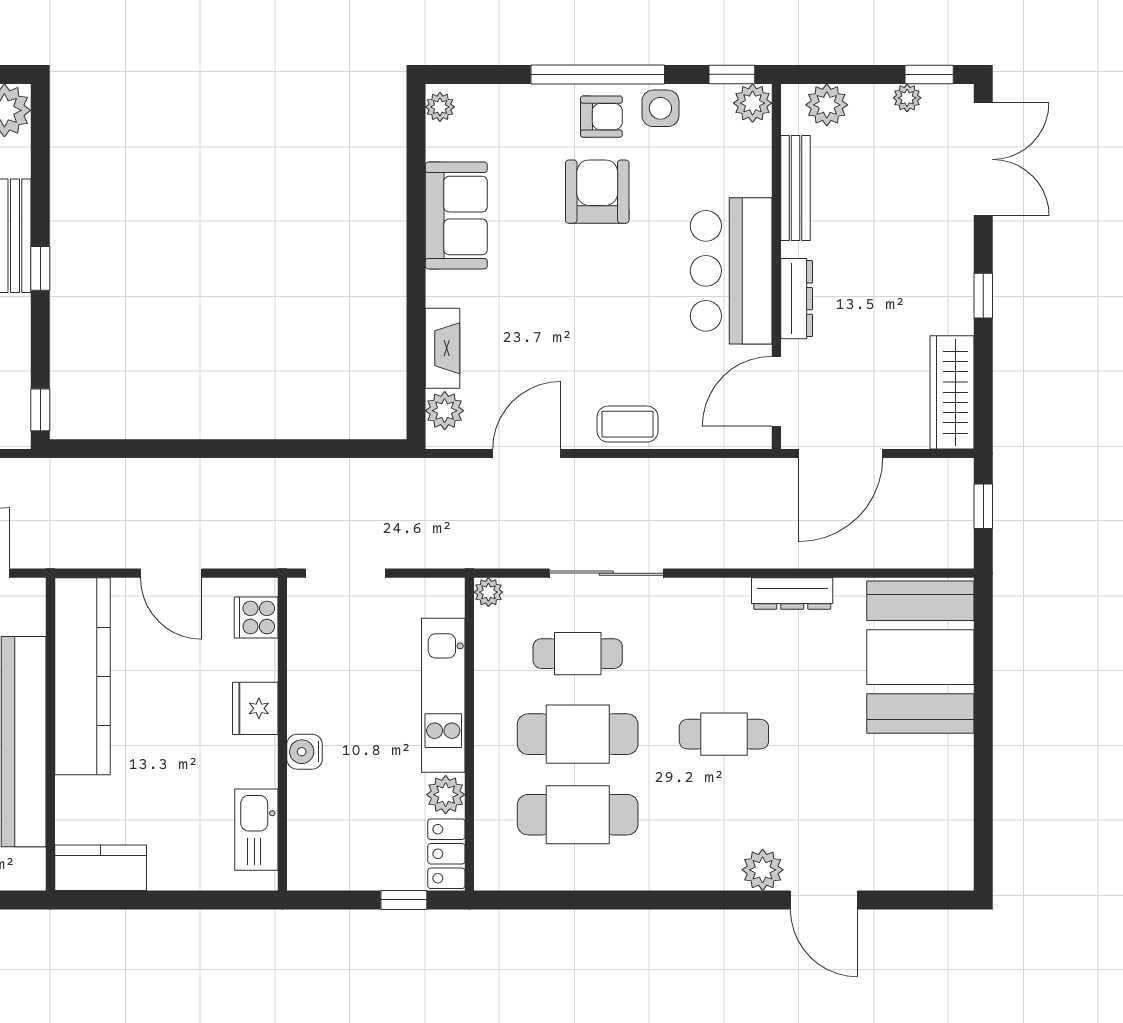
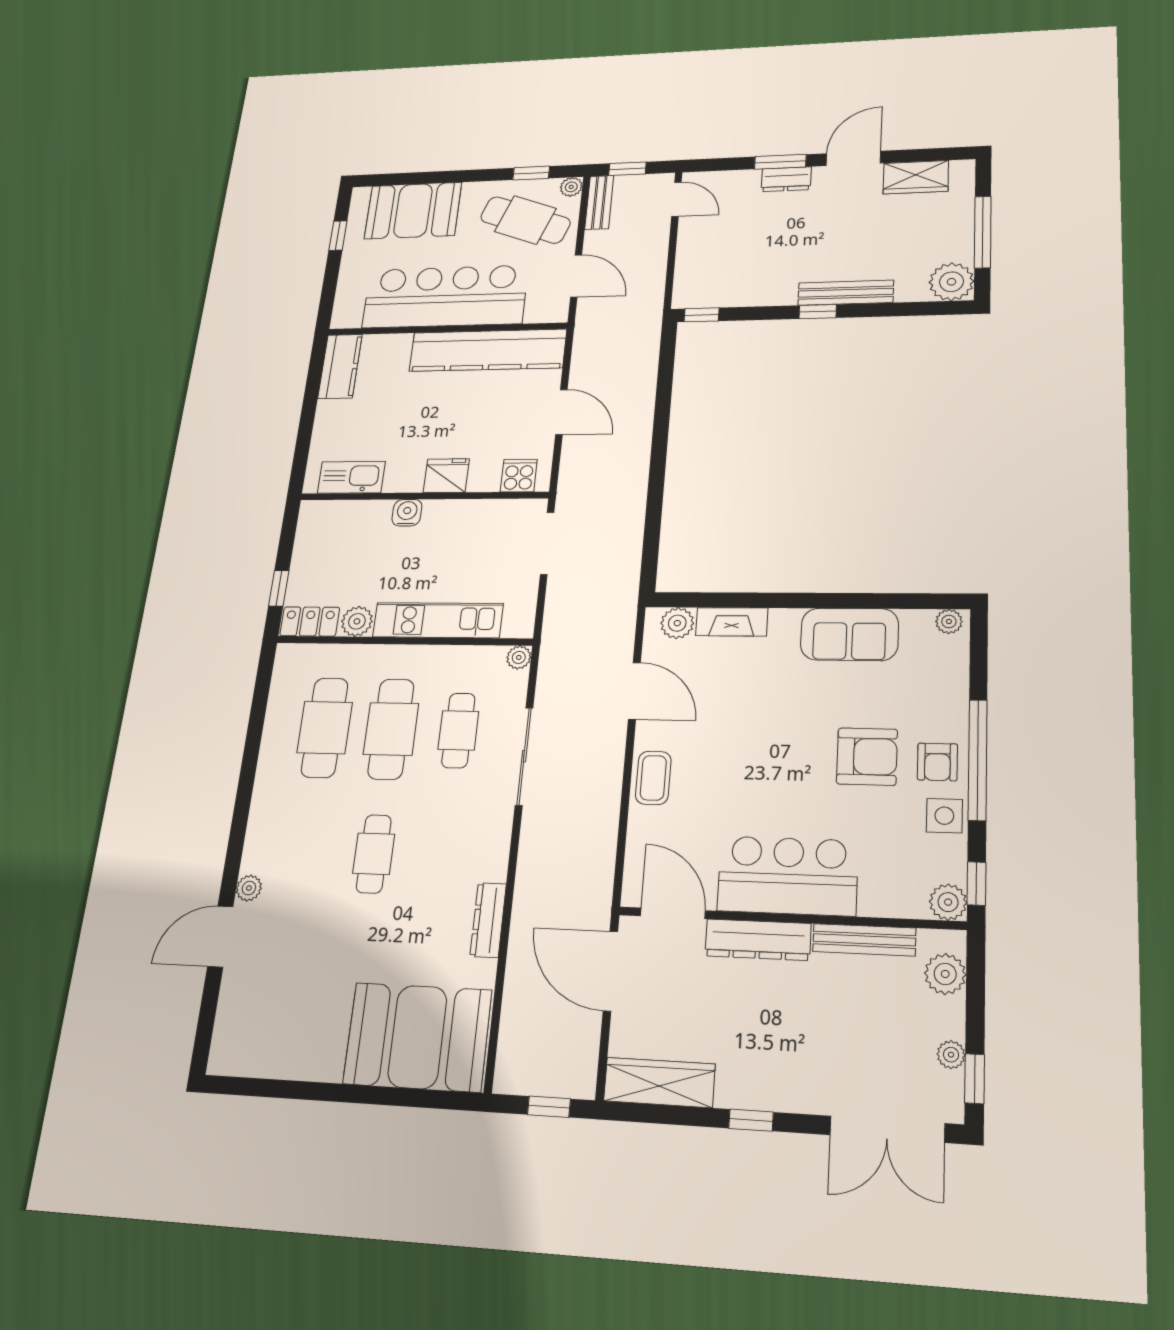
dresser: (797, 299) -> (758, 940), width x1.37, depth x1.24
door: (171, 573) -> (561, 412), swing flipped
plant: (763, 870) -> (249, 888), width x0.73, depth x0.73

